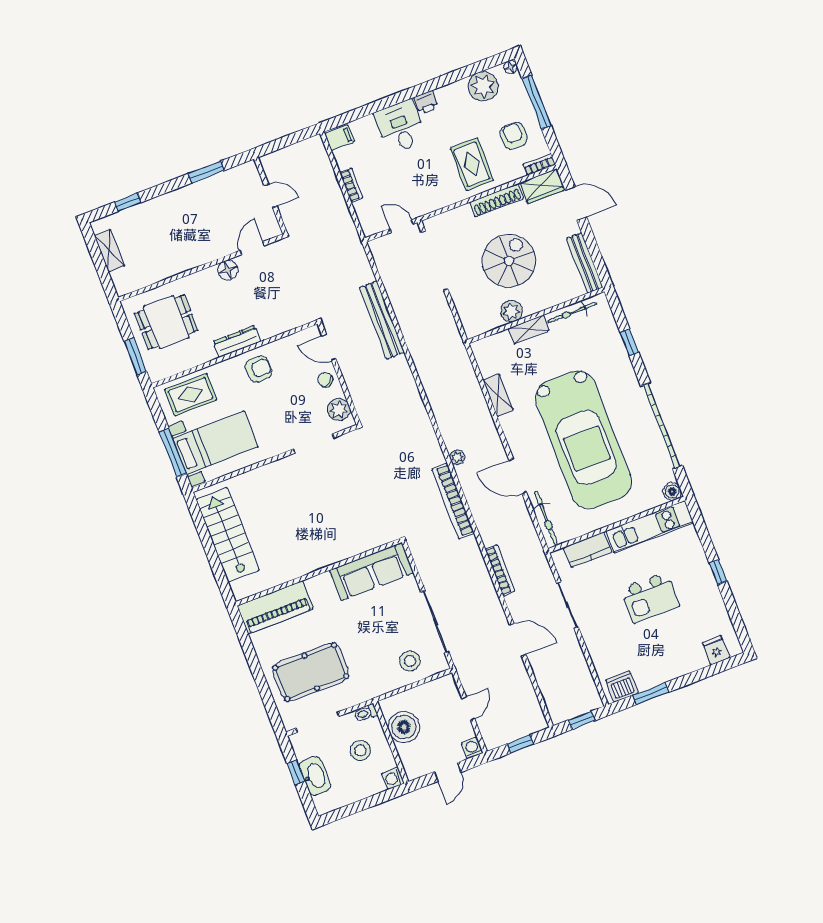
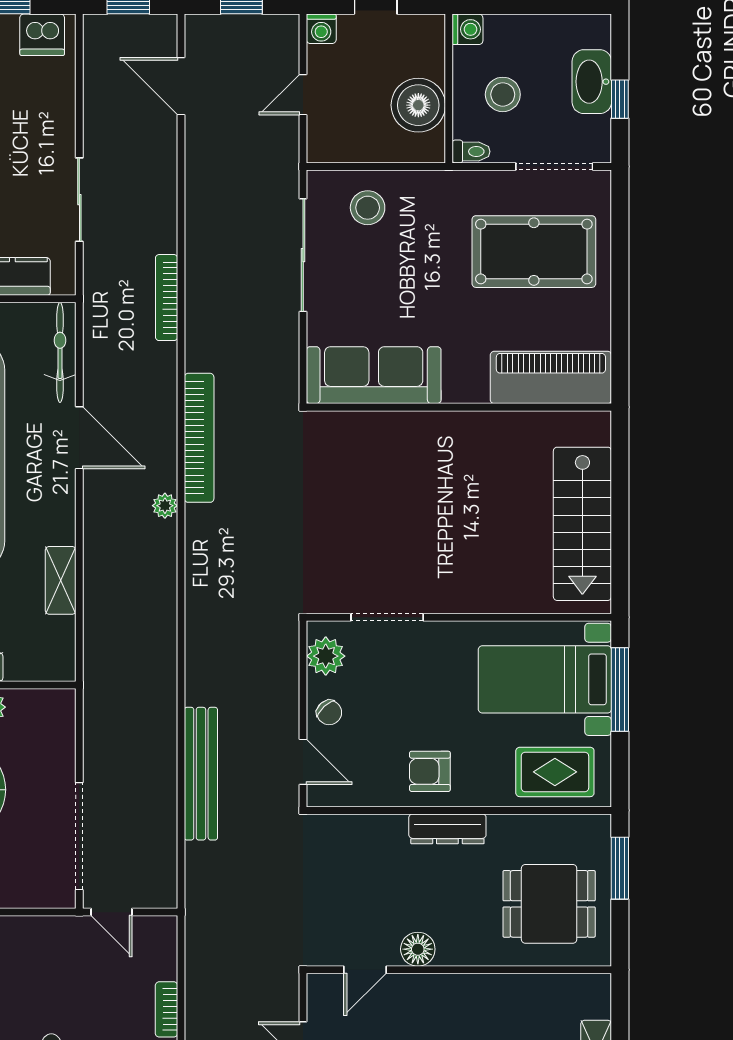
door: (518, 640) -> (181, 86), moved

